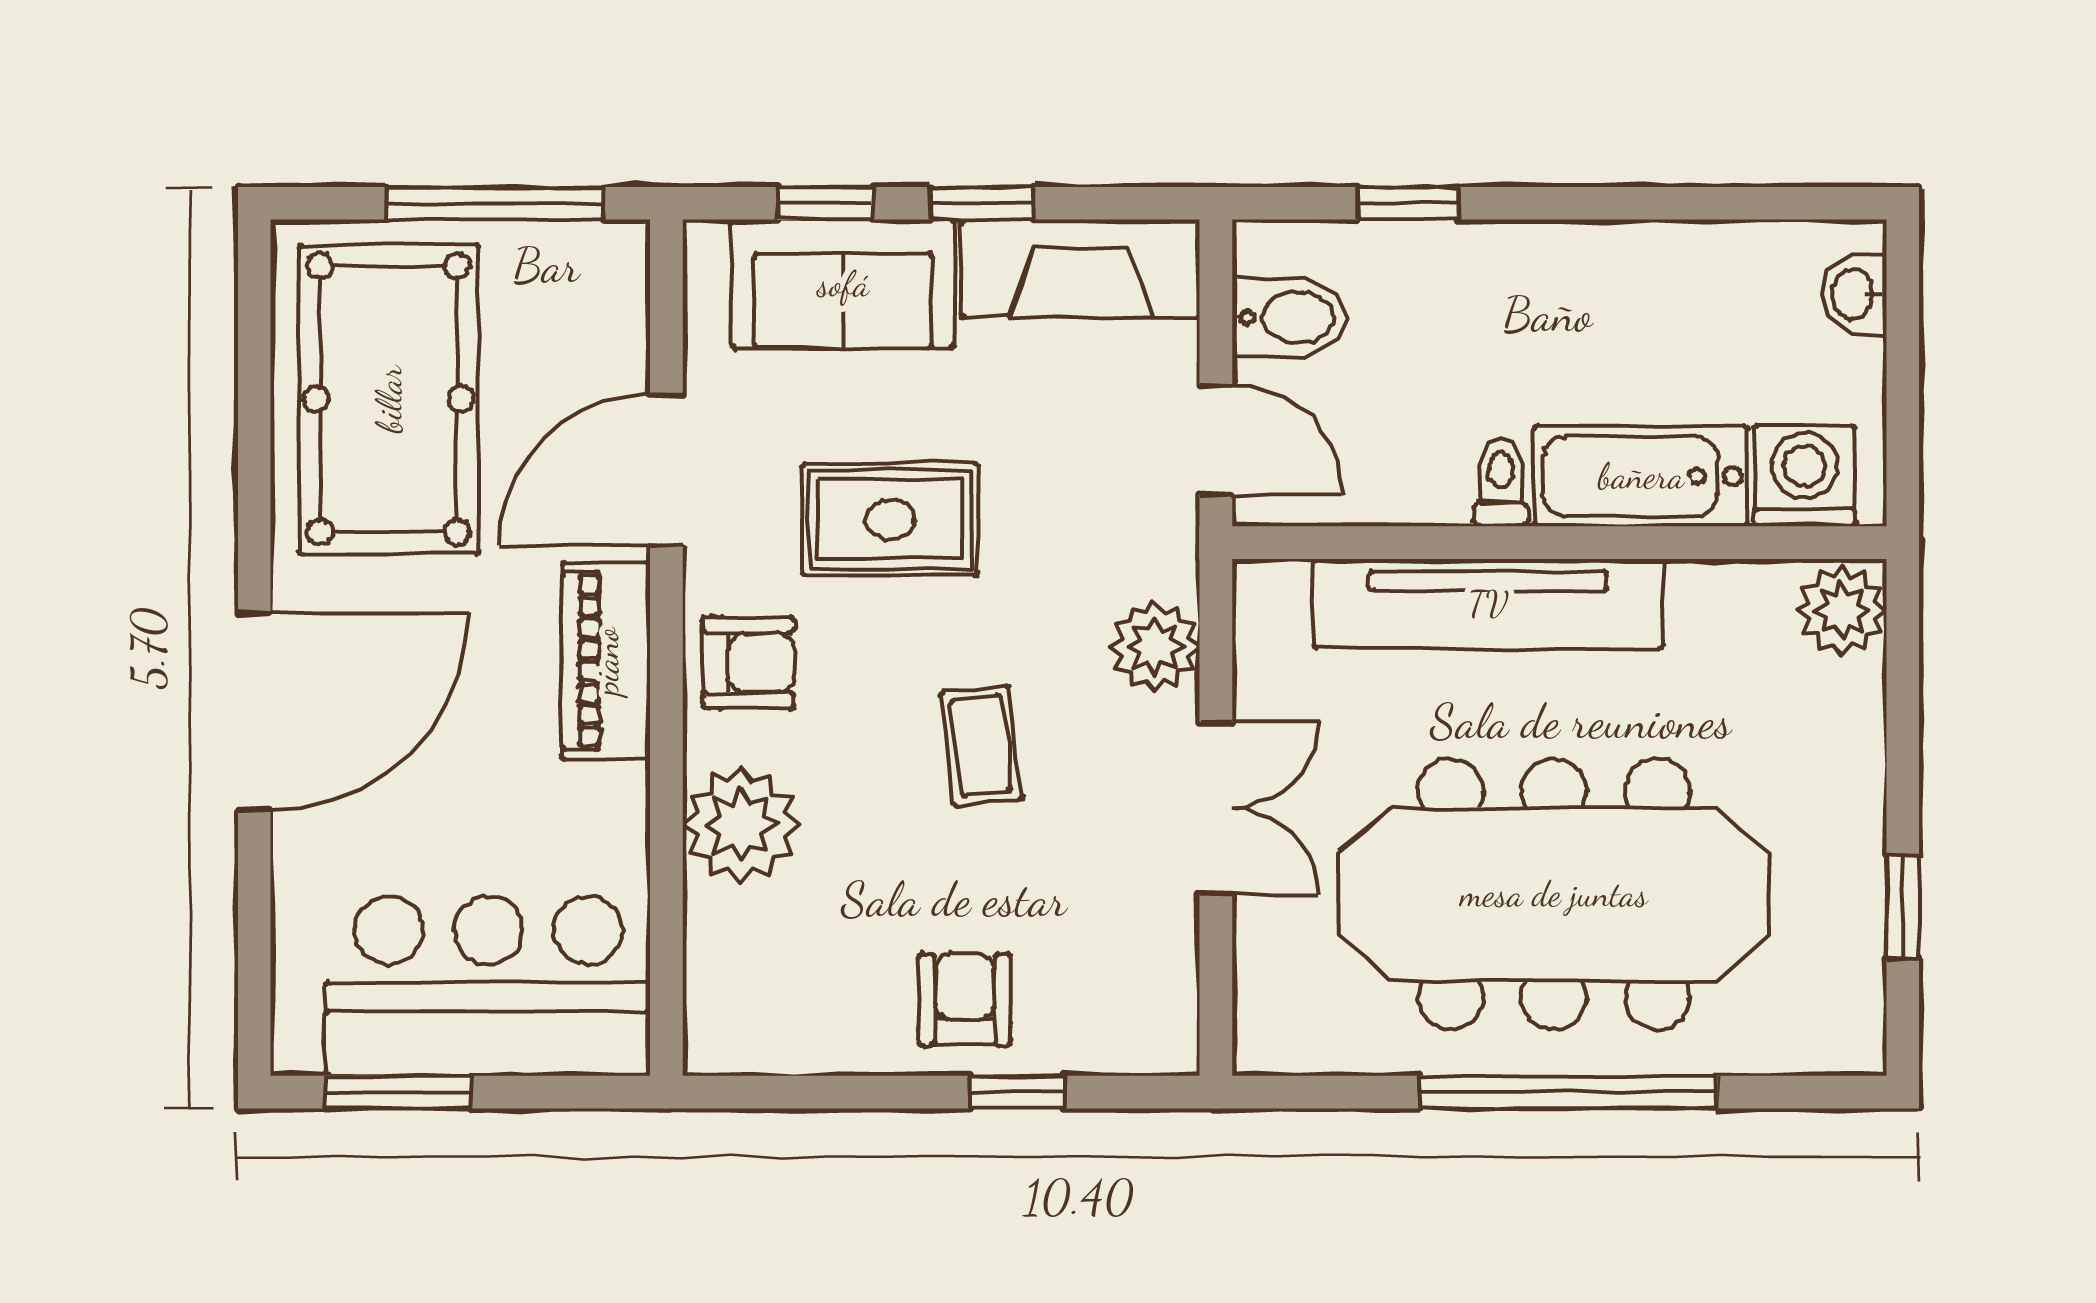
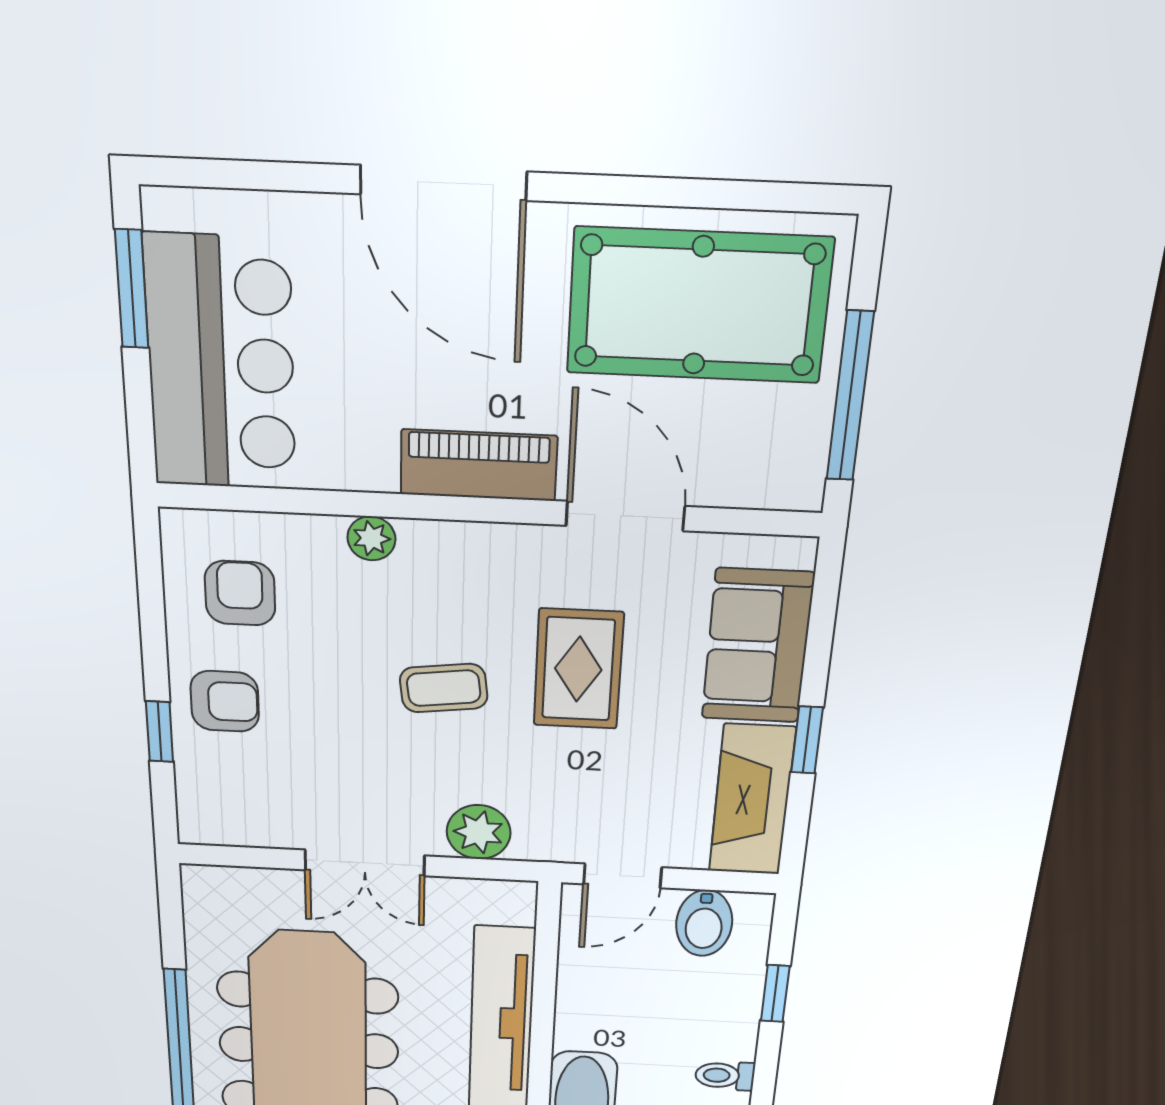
window: (825, 203) -> (820, 637), removed
toilet: (1501, 483) -> (725, 1076), moved, turned 180
armchair: (748, 663) -> (240, 593), moved, turned 180
coffee table: (981, 745) -> (444, 688), moved
plant: (741, 825) -> (371, 538), width x0.53, depth x0.53

